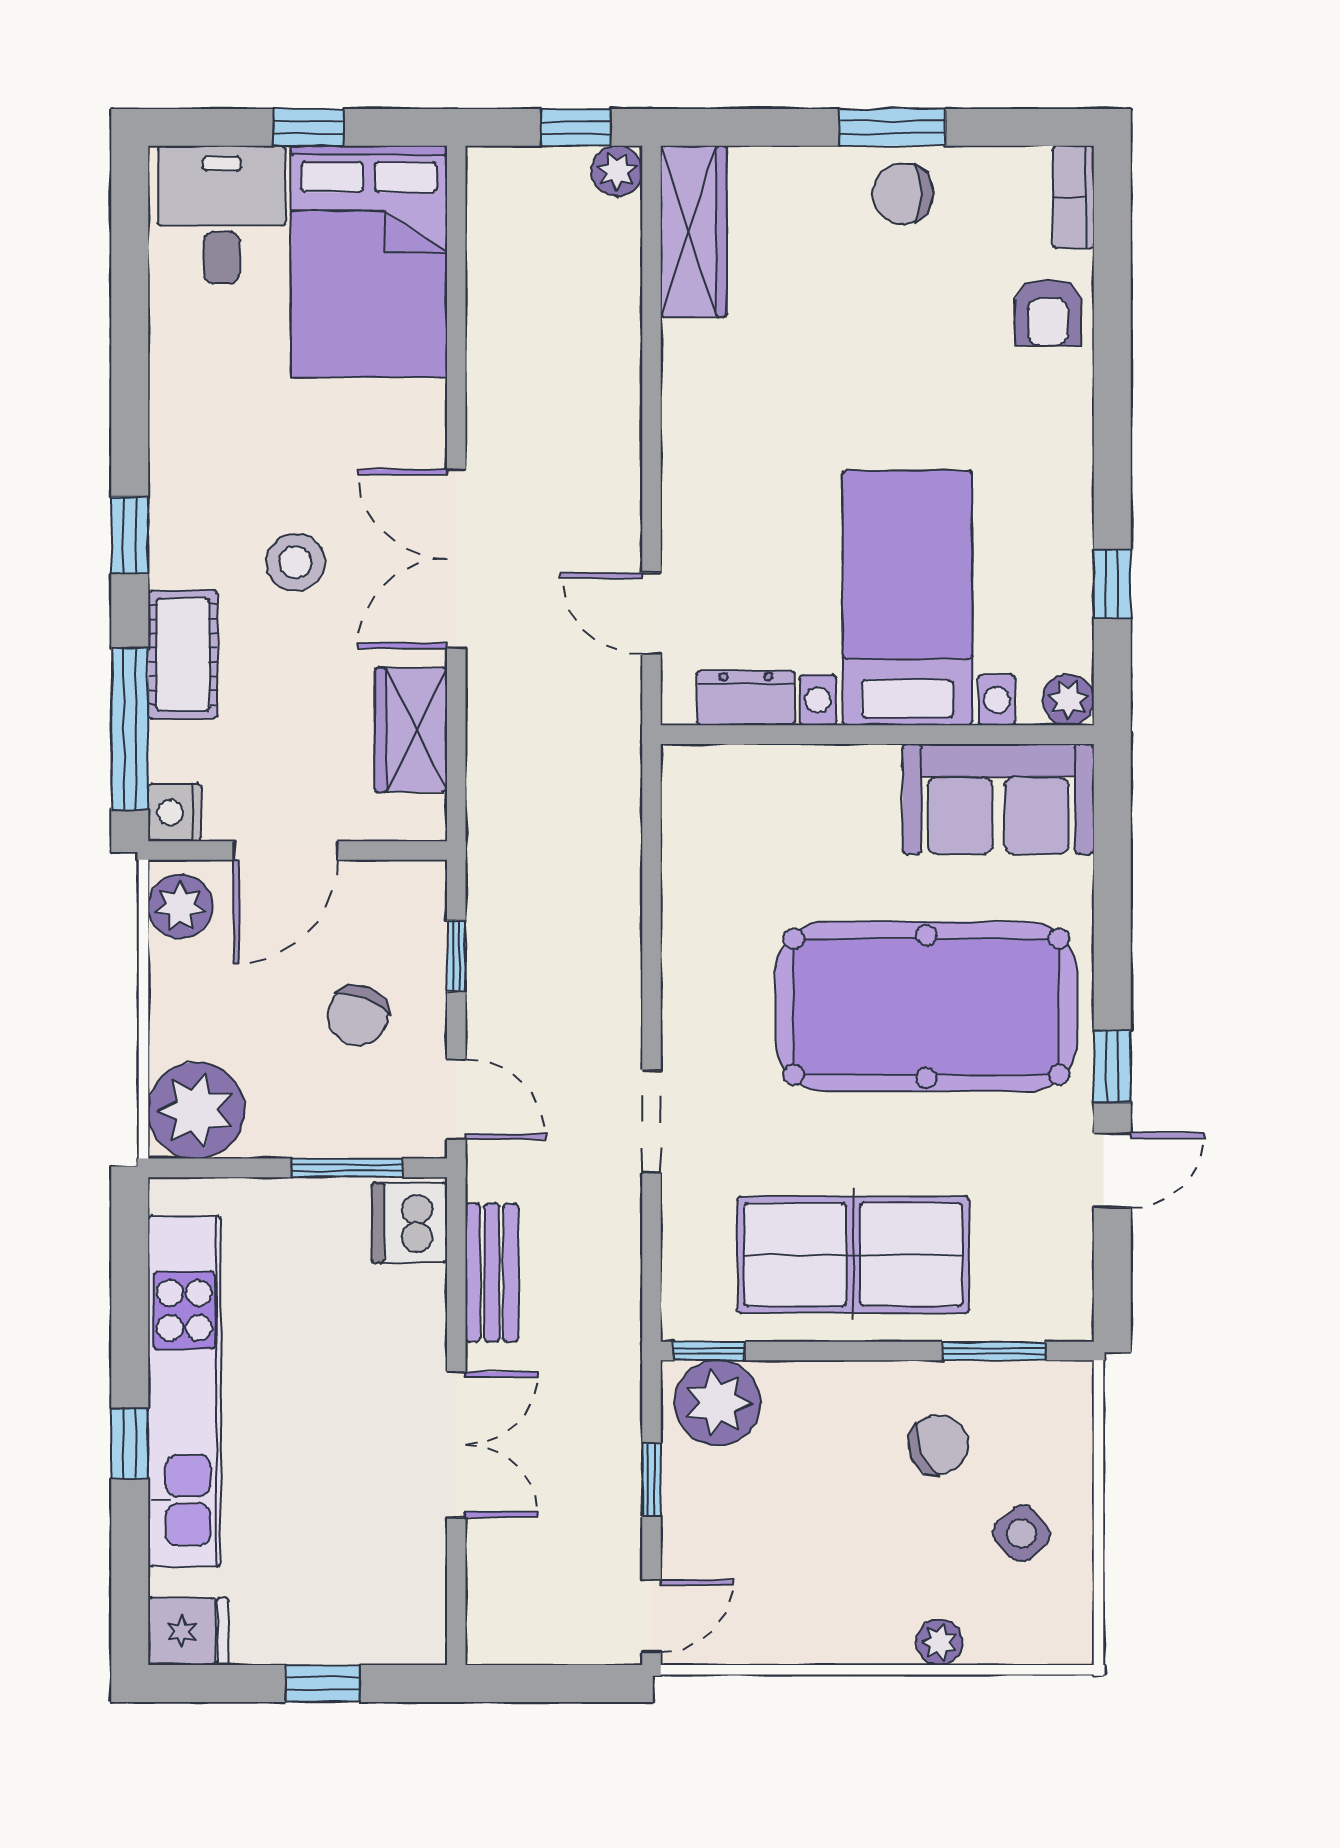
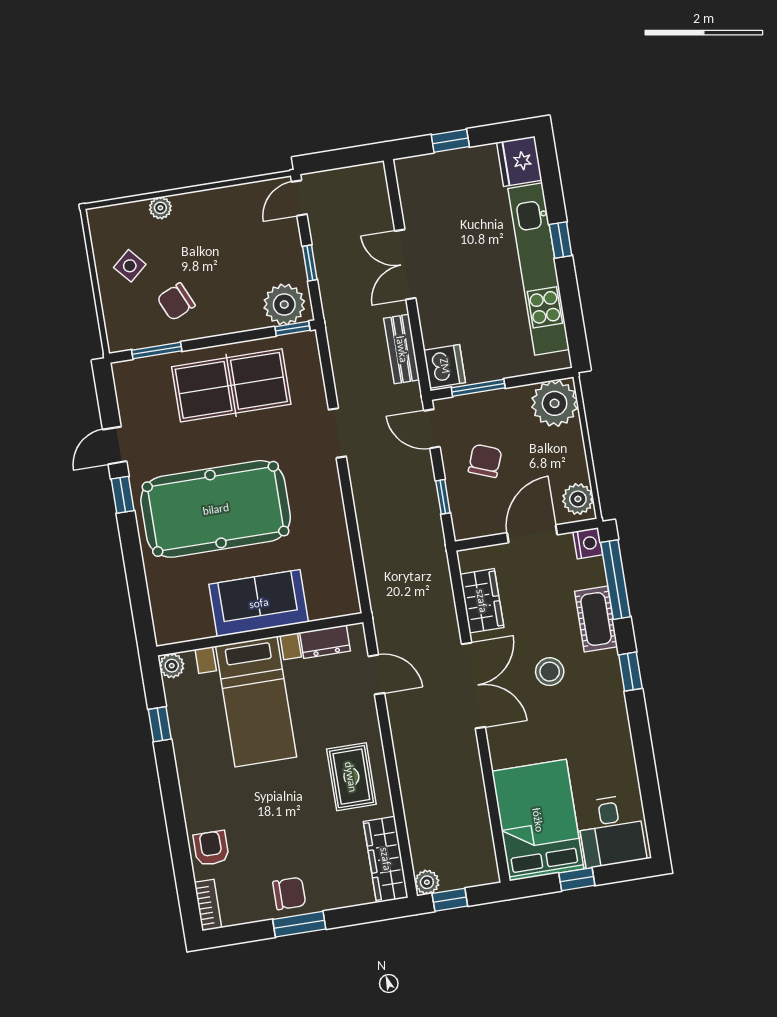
rug: (737, 413) -> (351, 777), added
sofa: (998, 799) -> (259, 603), moved
fridge: (188, 1631) -> (519, 161), width x1.38

